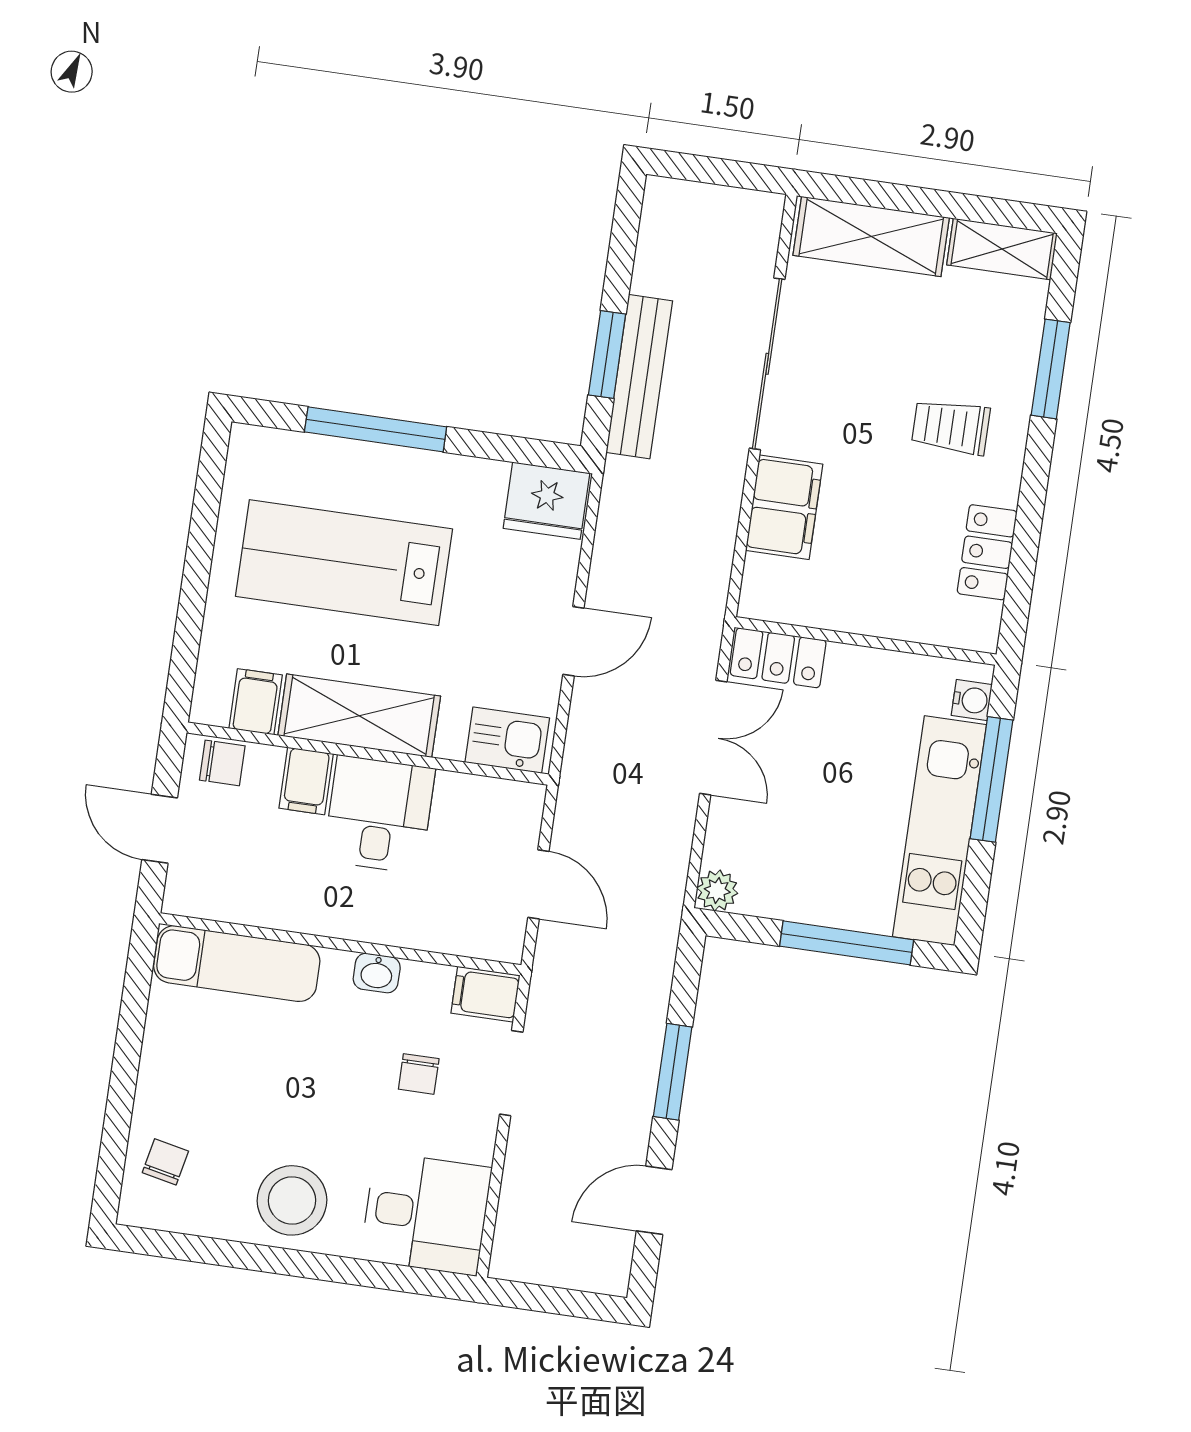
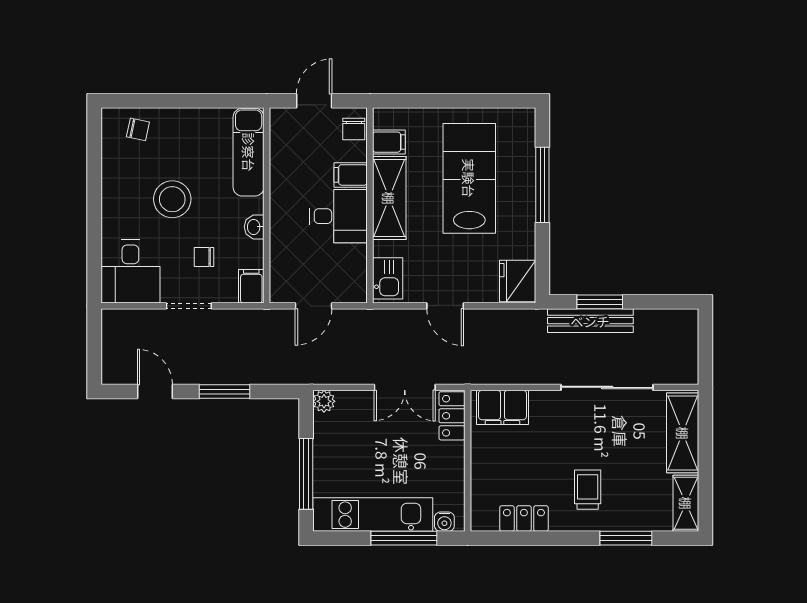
filing cabinet: (784, 507) -> (502, 407), moved
doorway: (511, 1073) -> (189, 306), moved
stool: (292, 1200) -> (172, 199), moved

